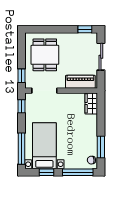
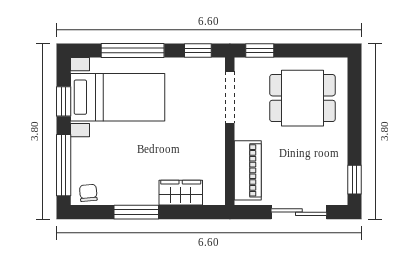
wardrobe: (91, 103) -> (181, 193), moved
window: (101, 147) -> (136, 212), moved
window: (21, 149) -> (133, 50), moved

